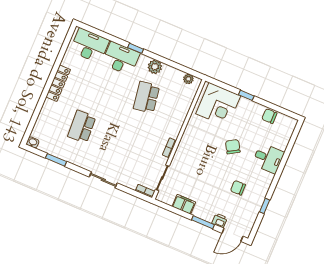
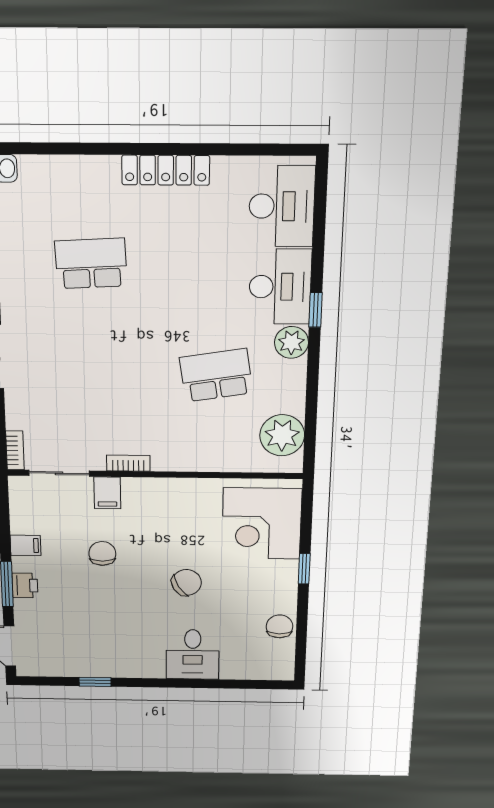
plant: (155, 67) -> (291, 342), moved
plant: (188, 79) -> (282, 435), width x1.87, depth x1.87
filing cabinet: (179, 162) -> (107, 493), added
chair: (238, 188) -> (102, 553), moved
filing cabinet: (184, 204) -> (26, 545), width x0.50
printer: (220, 221) -> (25, 585), moved

